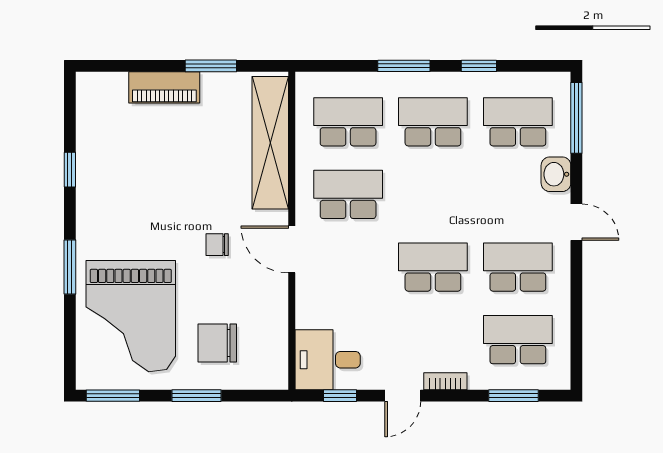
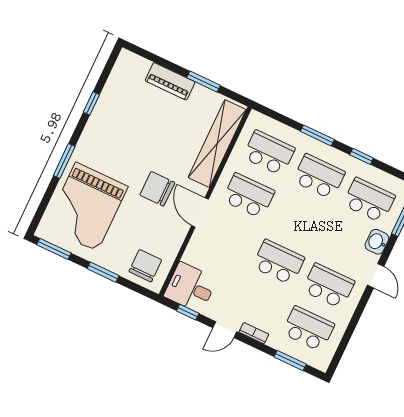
chair: (217, 245) -> (157, 189), width x1.87, depth x1.87
chair: (217, 343) -> (145, 266), moved, turned 90

